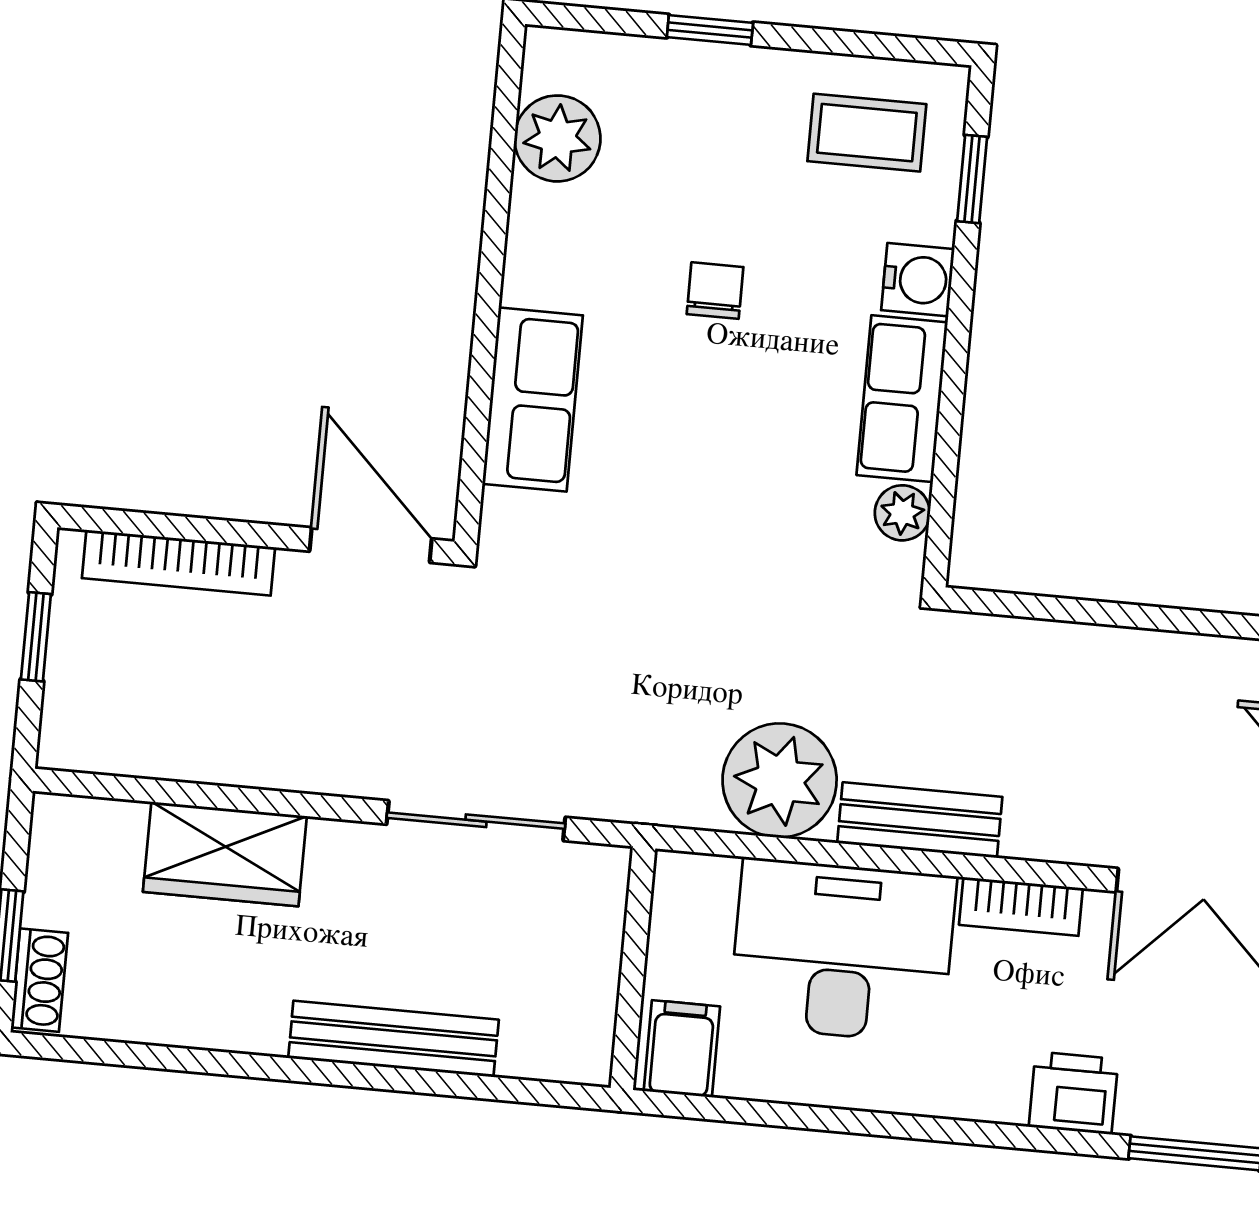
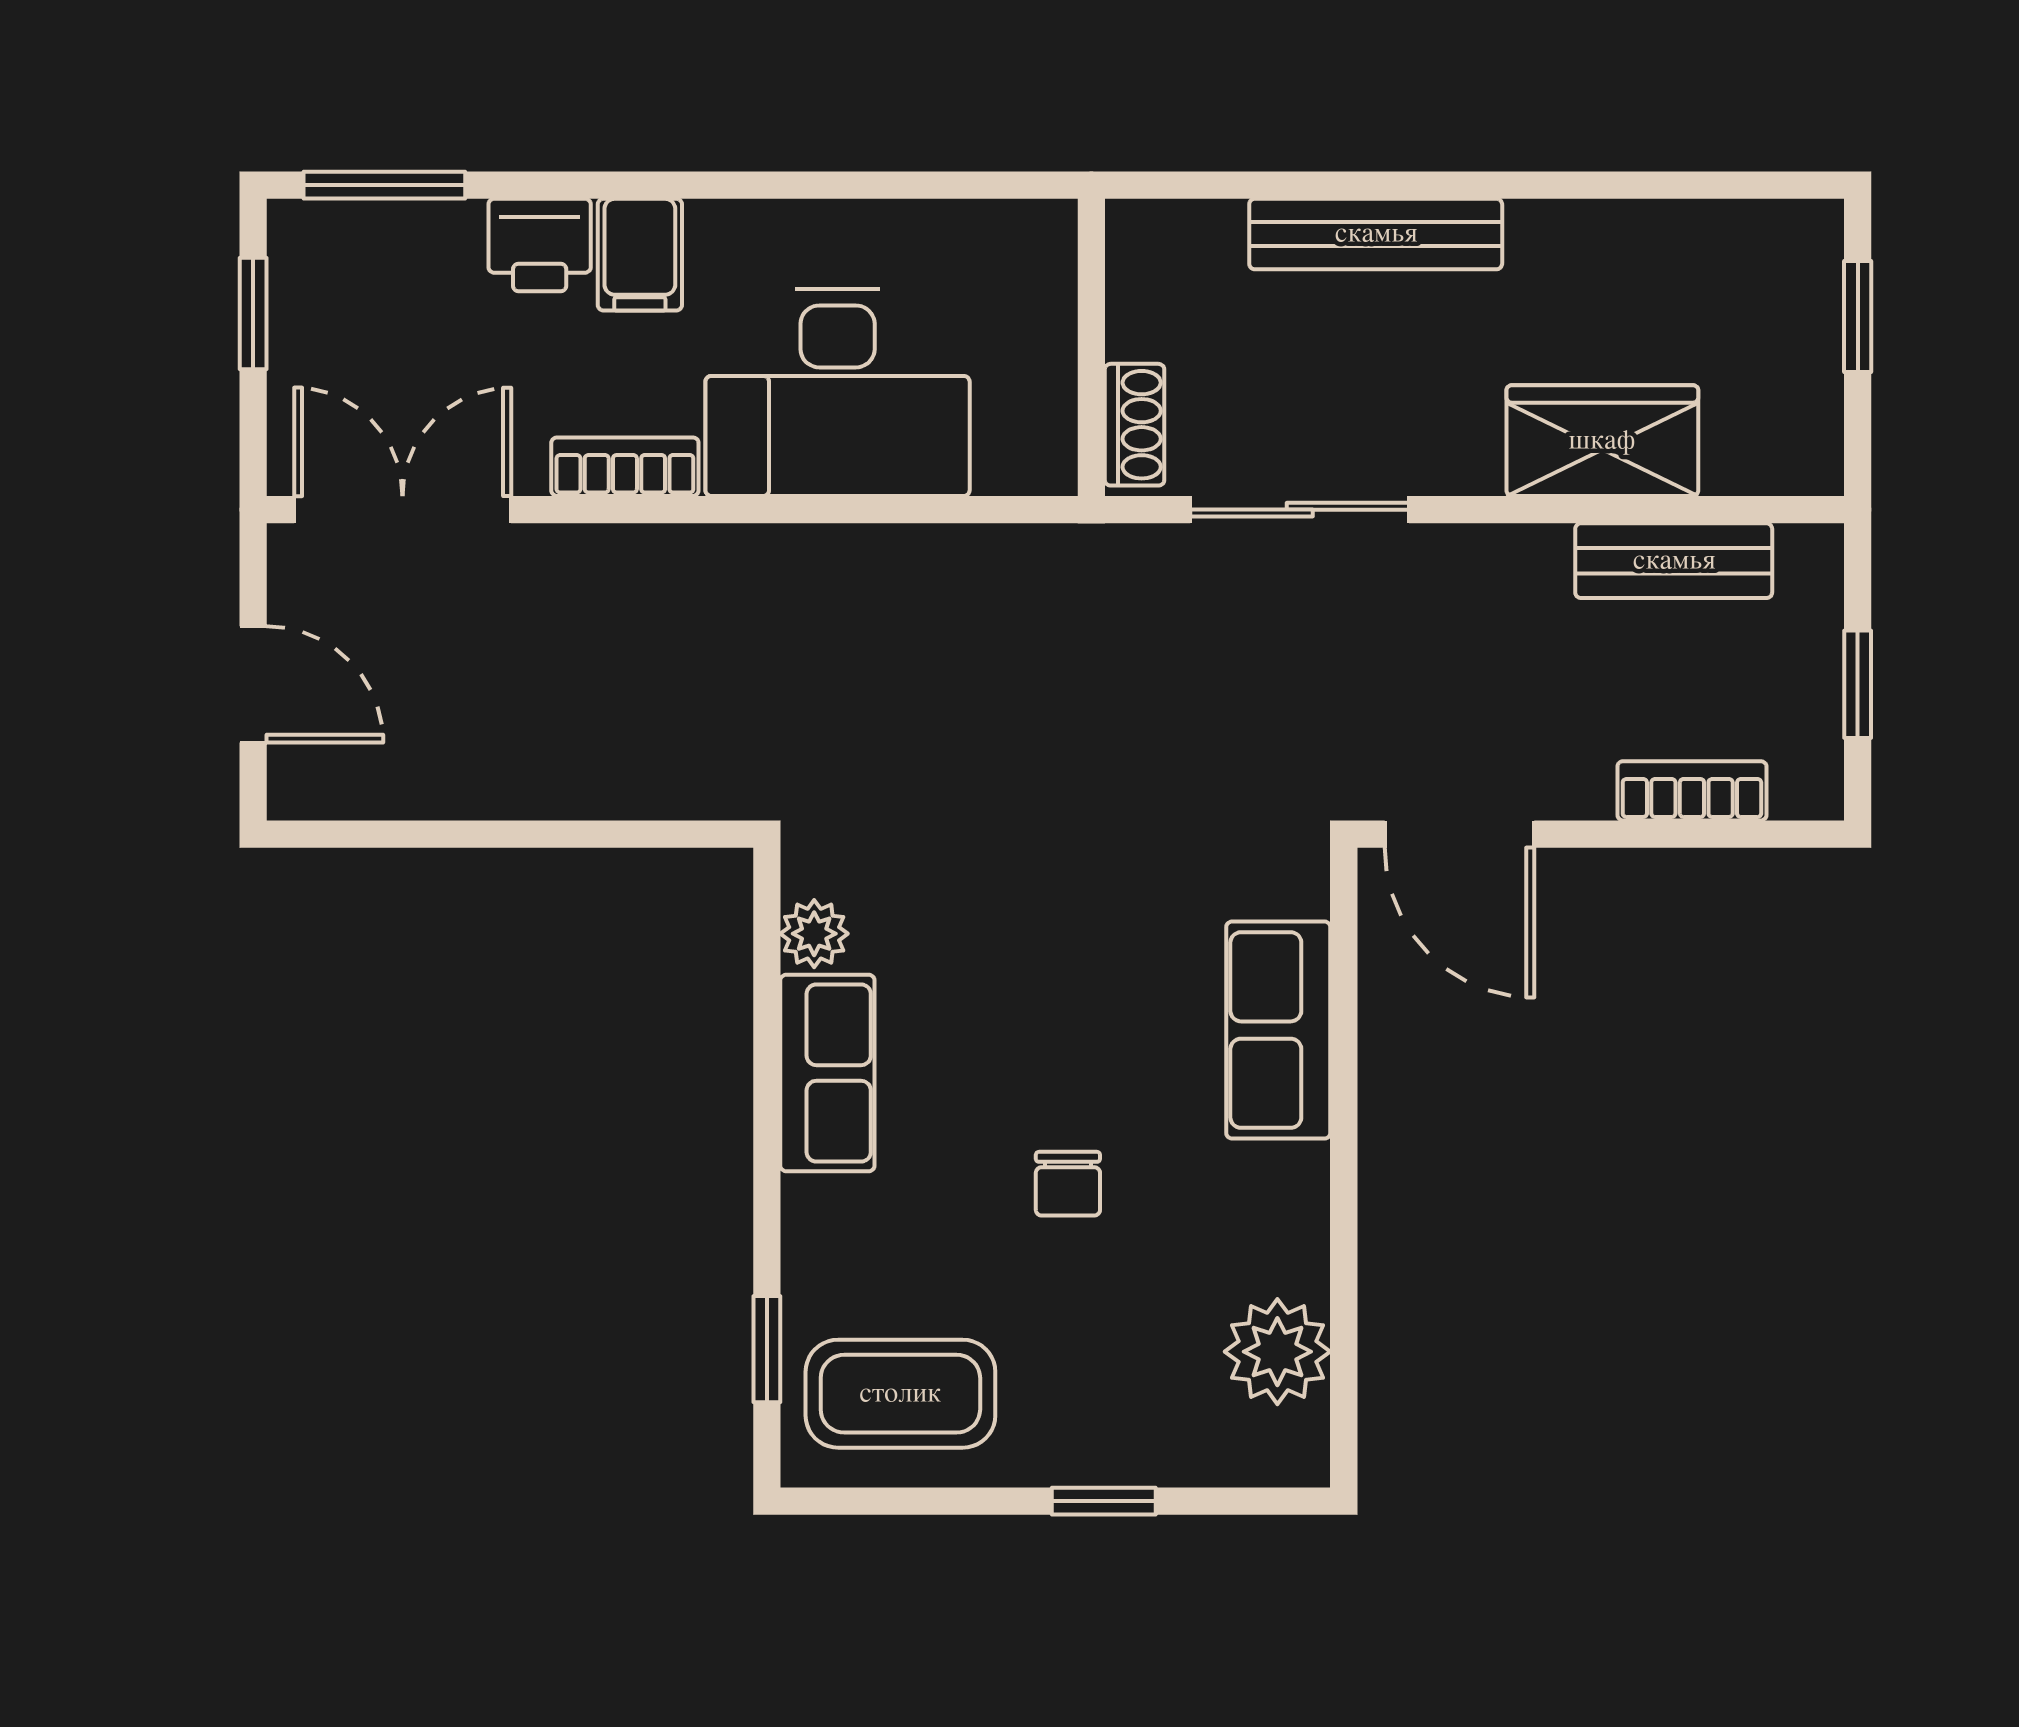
coffee table: (867, 133) -> (900, 1394), width x1.36, depth x1.30
water cooler: (918, 280) -> (822, 1220), removed
bookcase: (178, 563) -> (1692, 791), width x0.64
plant: (780, 780) -> (934, 593), removed
bench: (920, 820) -> (1674, 561), moved
shoe rack: (39, 980) -> (1135, 425), moved, turned 180
filing cabinet: (682, 1049) -> (640, 255), moved

